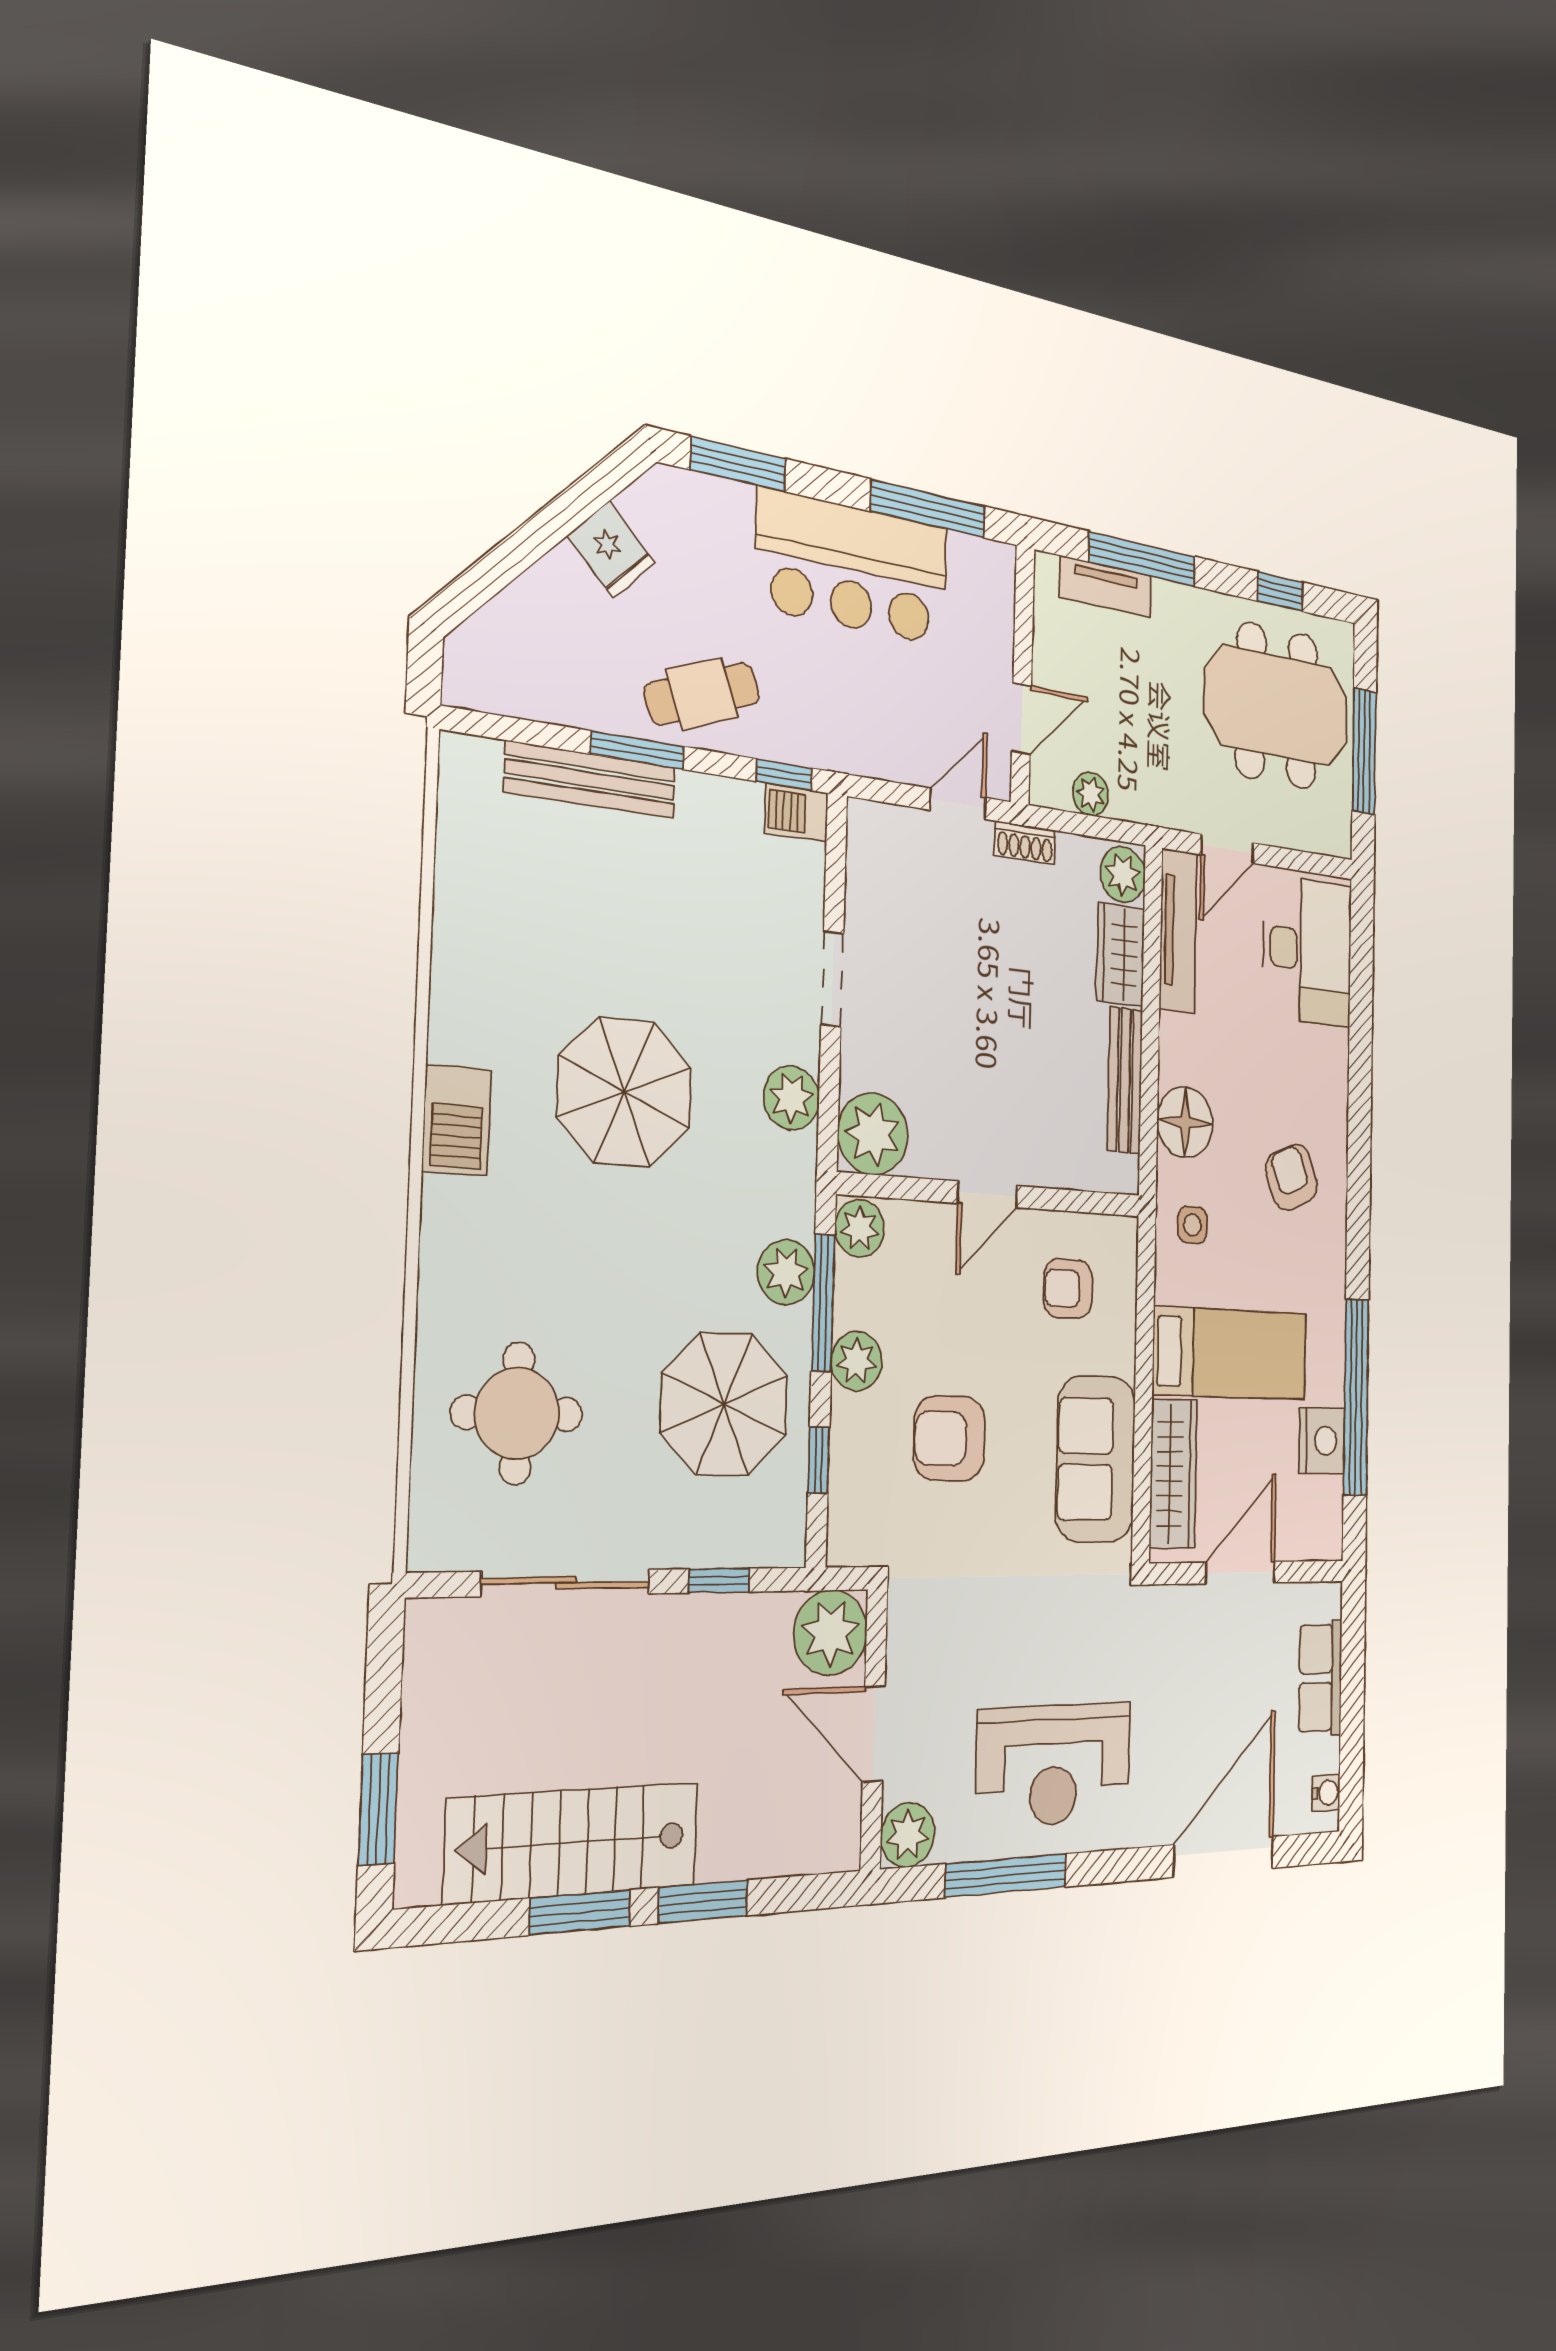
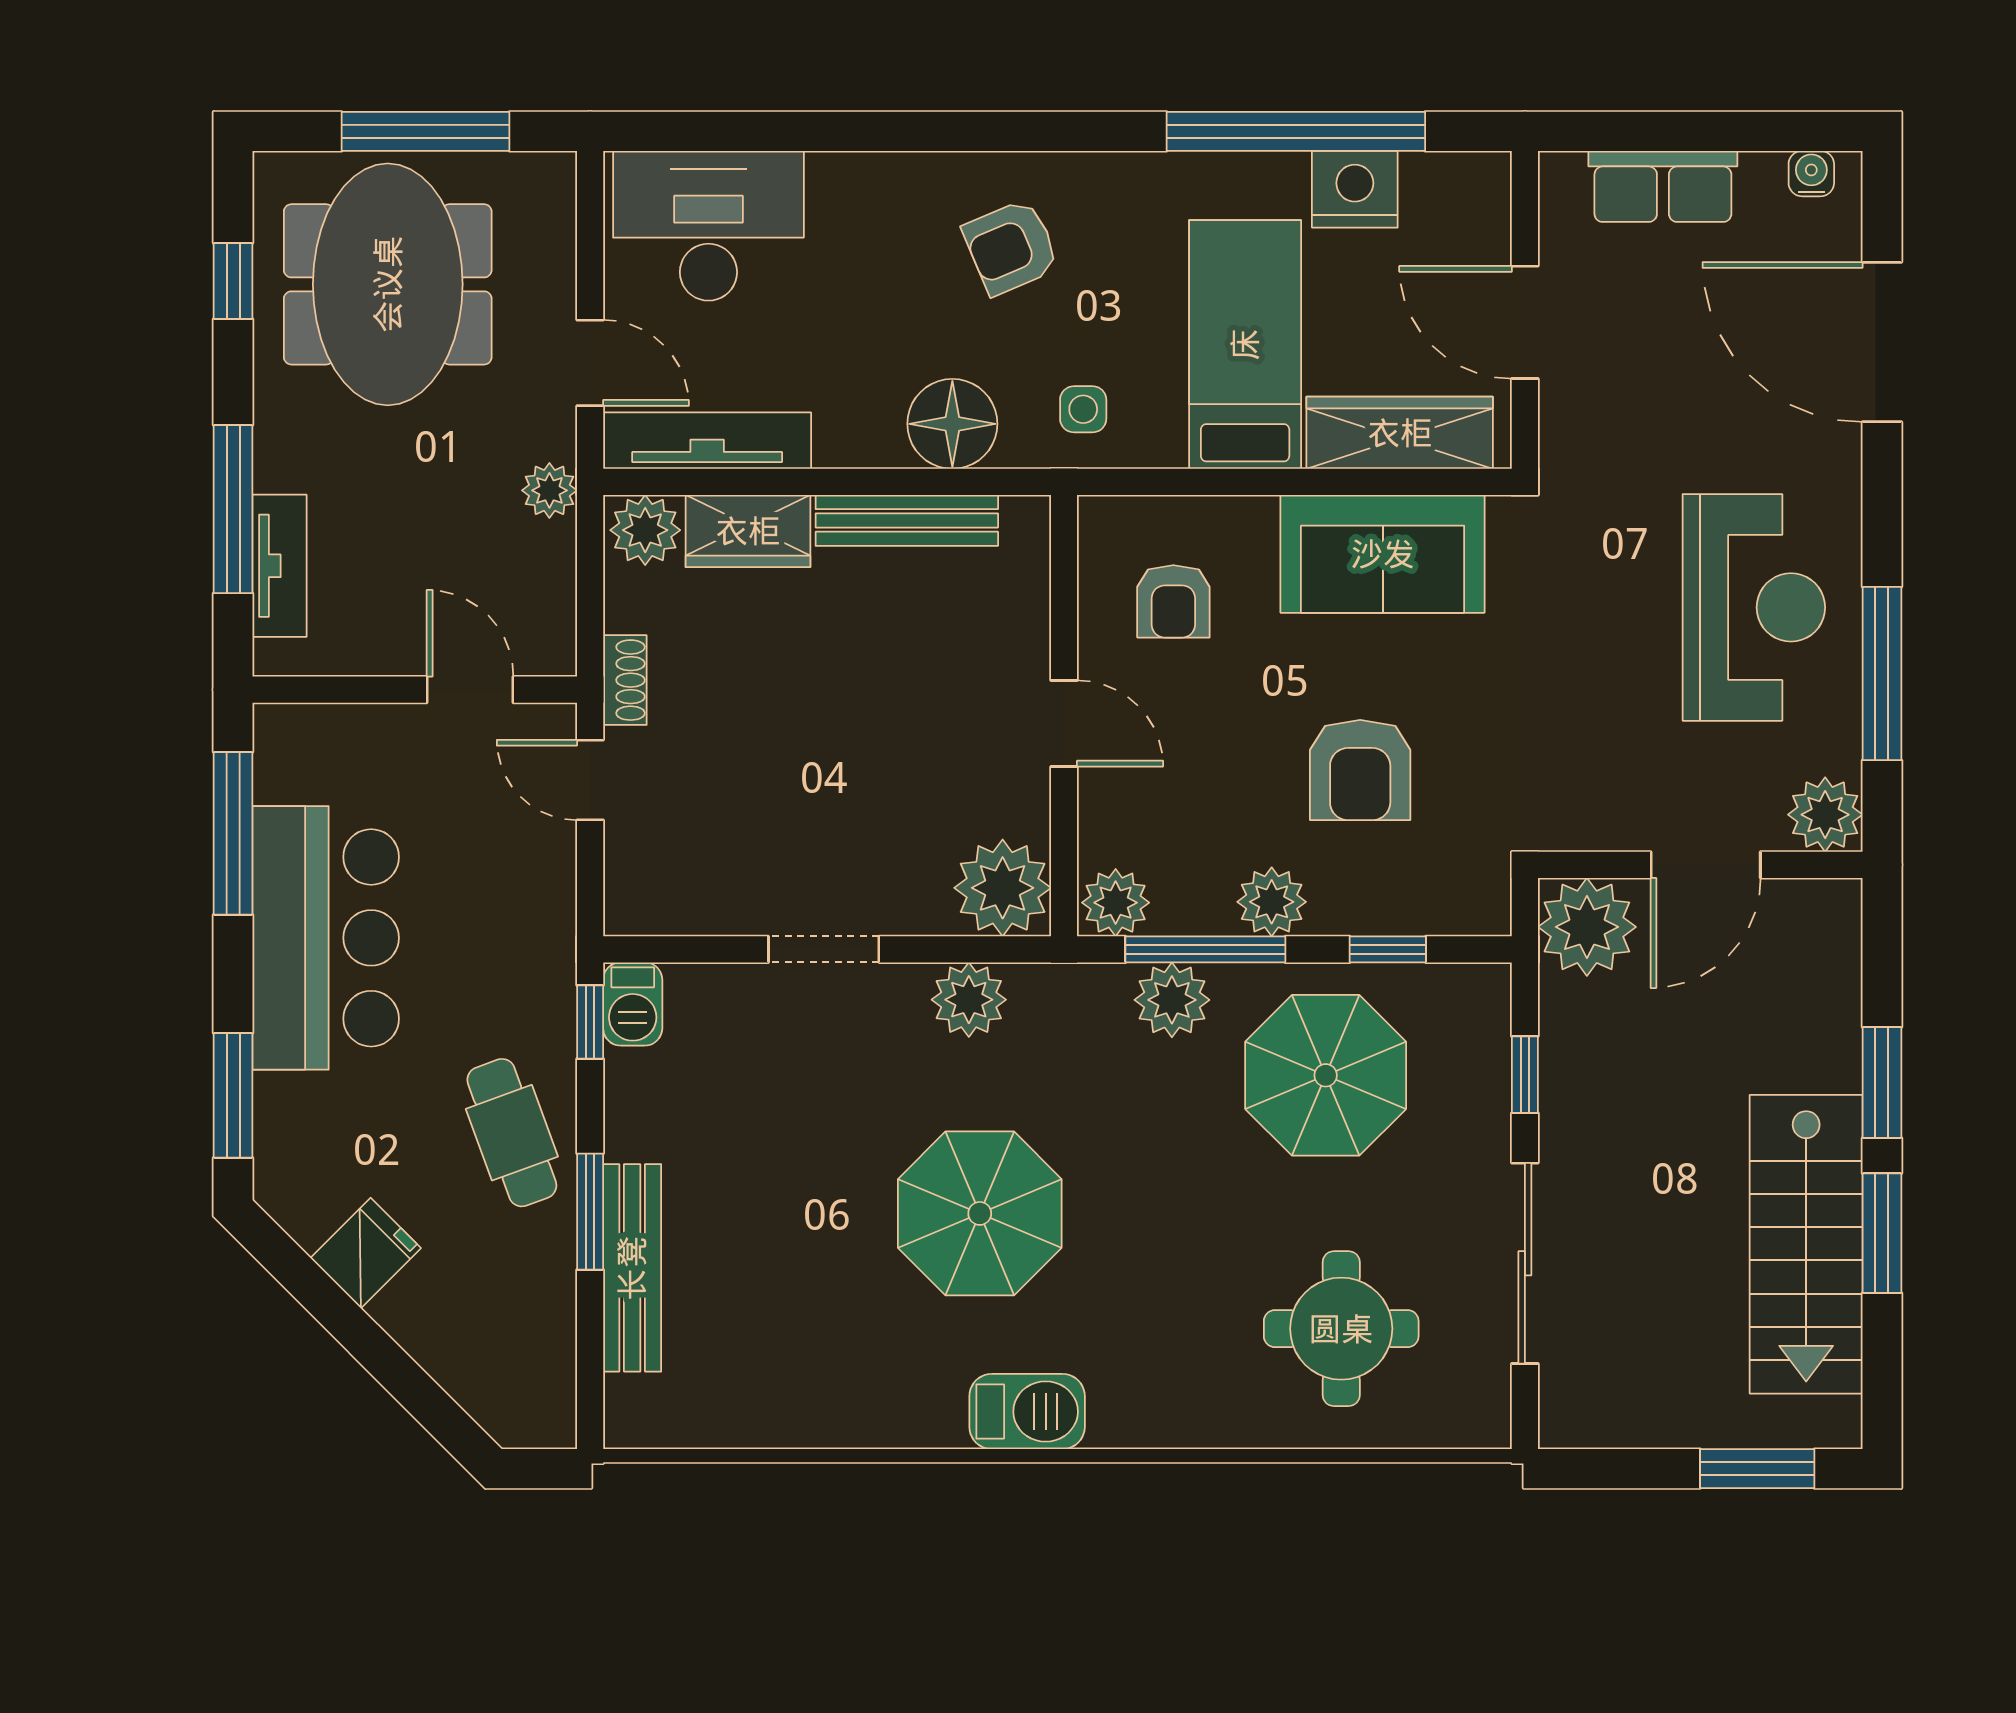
plant: (1091, 794) -> (549, 490), moved

